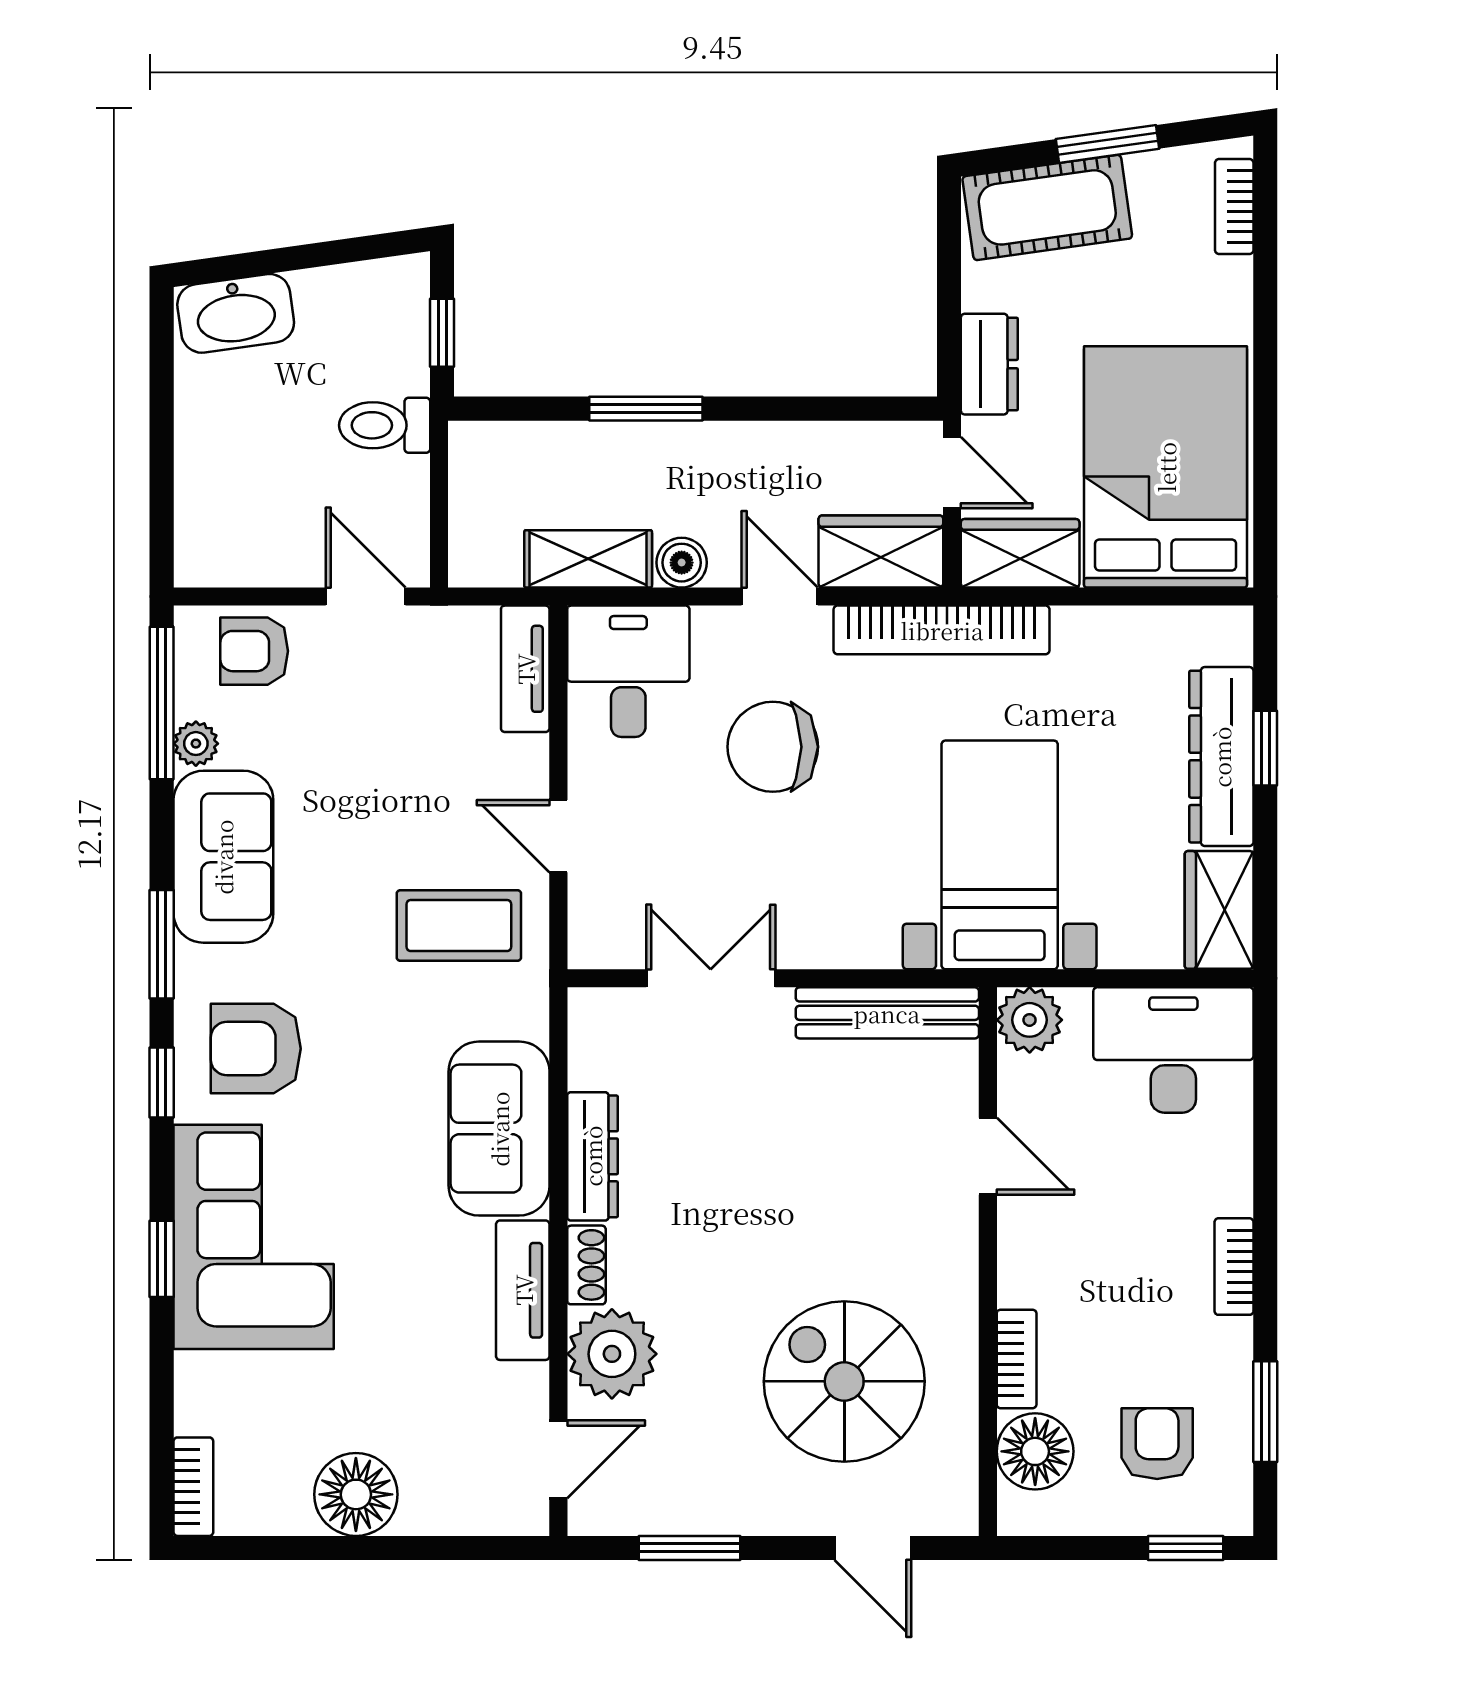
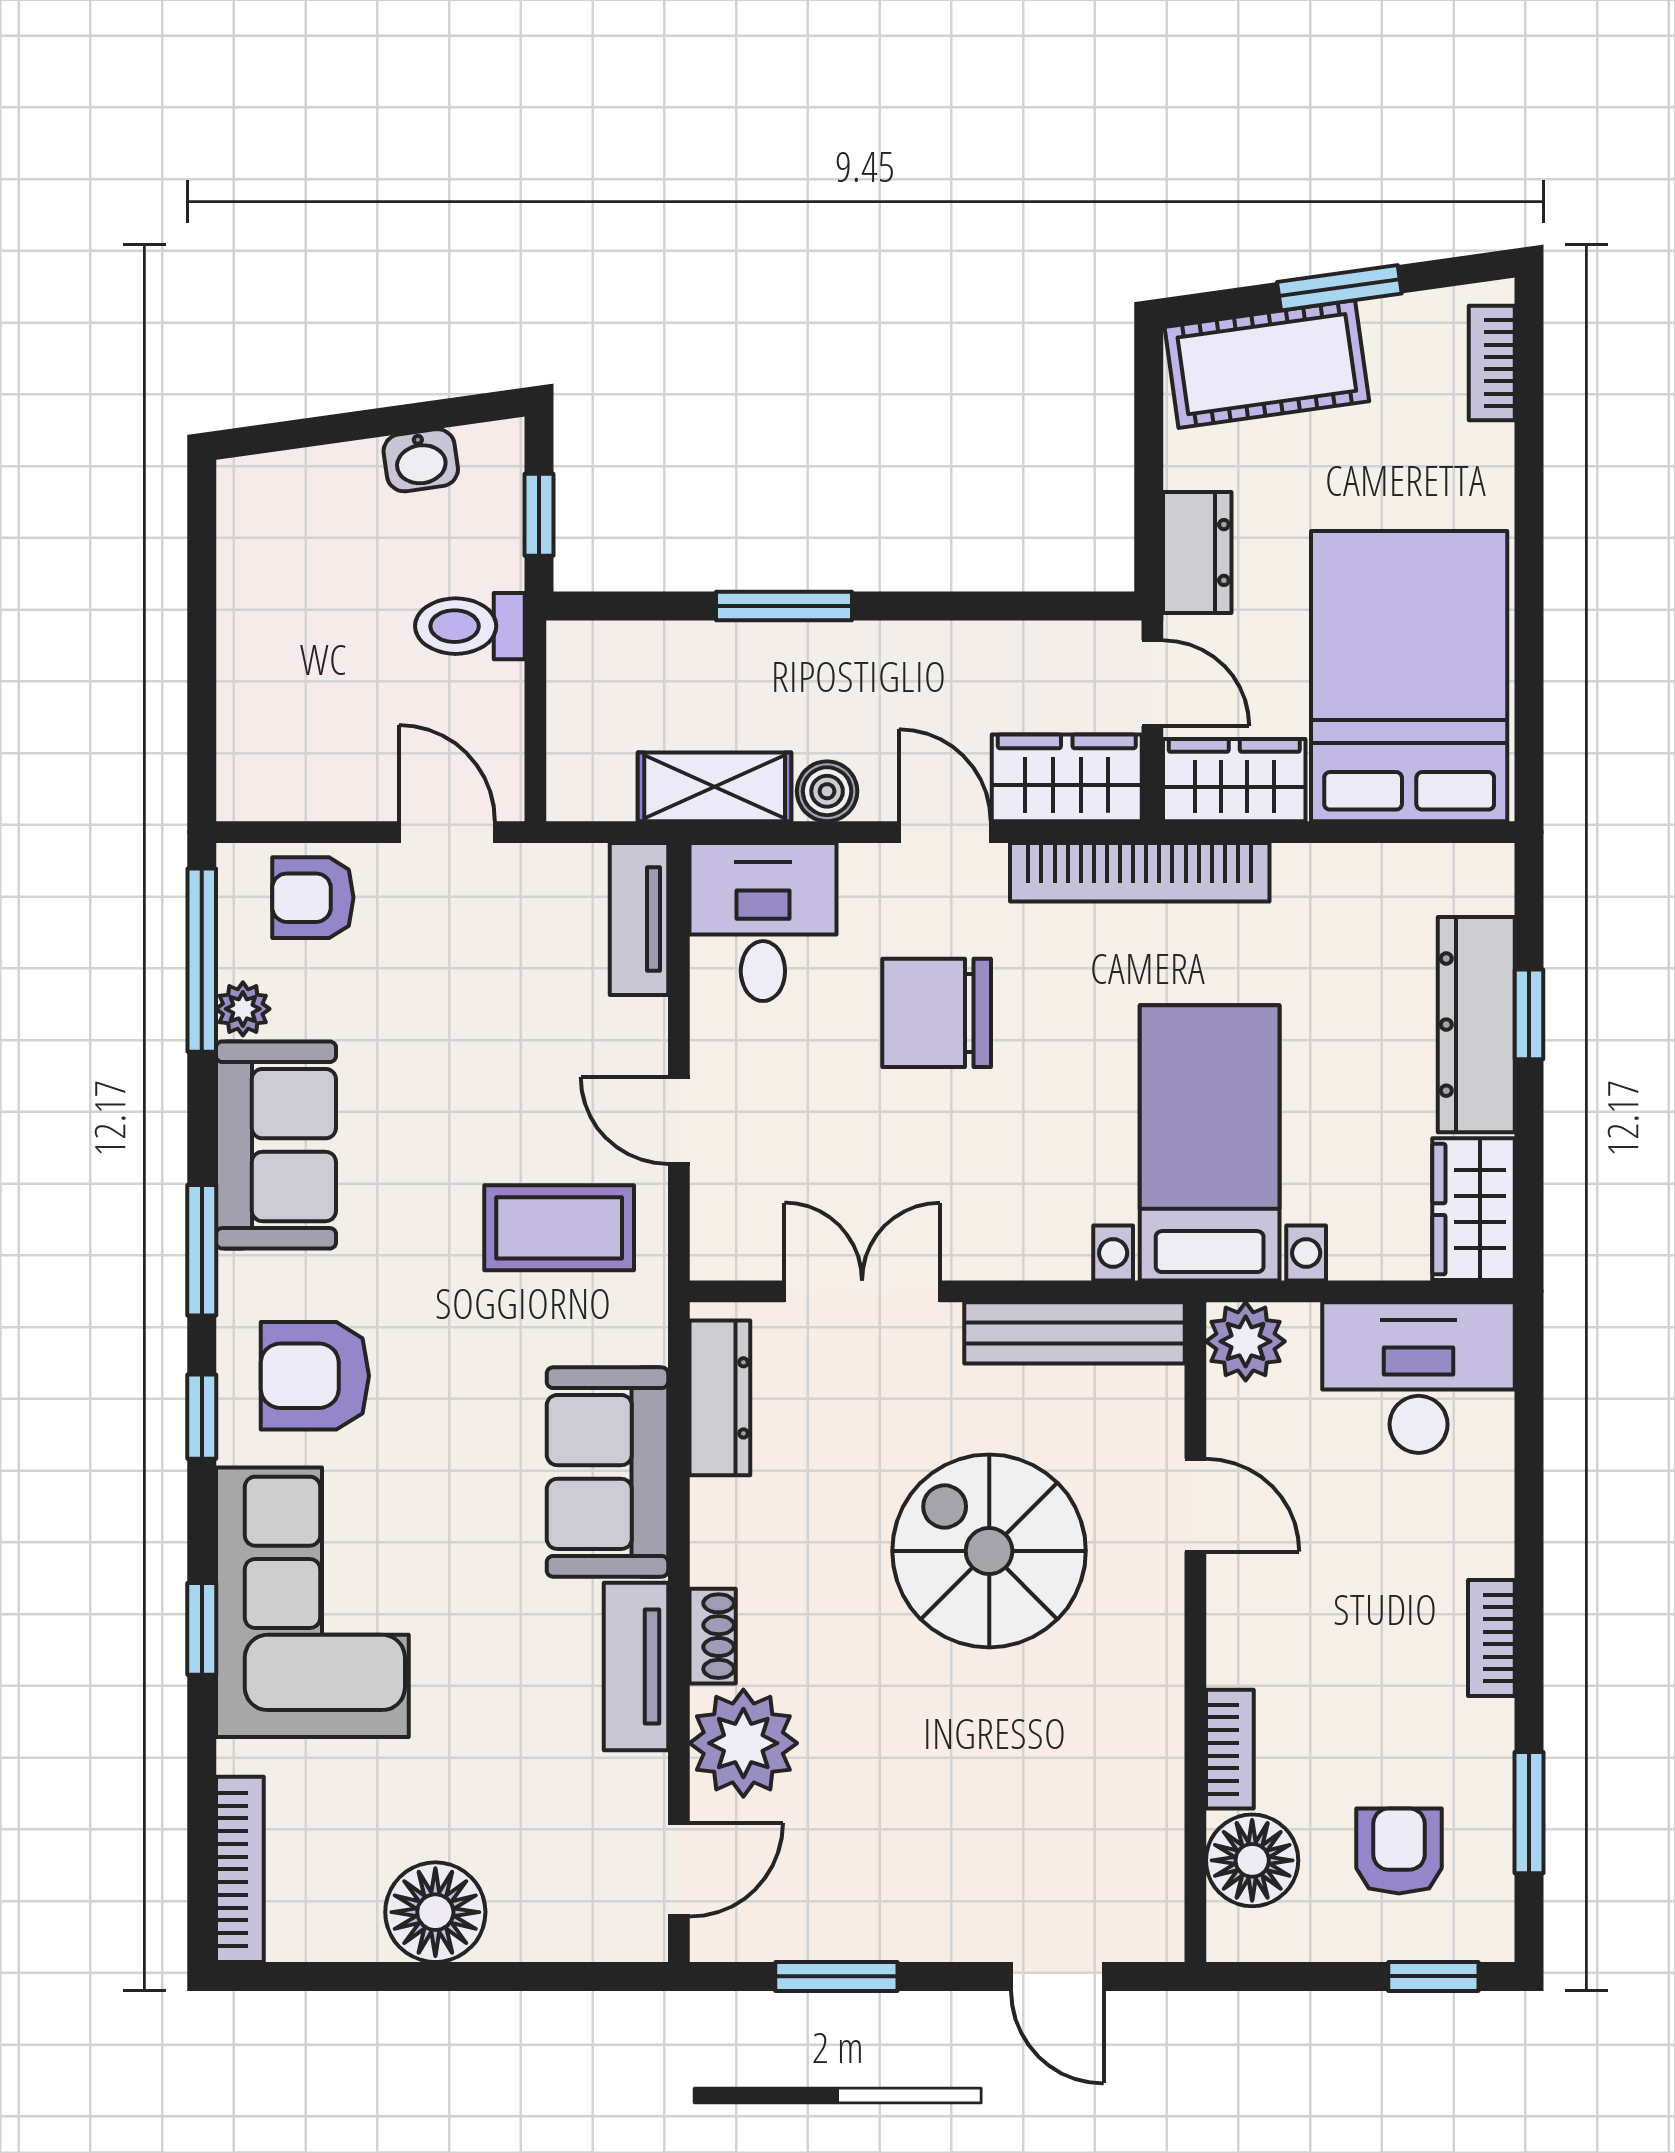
washbasin: (236, 313) -> (421, 460), moved, width x0.52, depth x0.69
dresser: (592, 1156) -> (720, 1398), moved
spiral stairs: (844, 1381) -> (989, 1551), moved
bookcase: (193, 1487) -> (240, 1869), width x1.56

